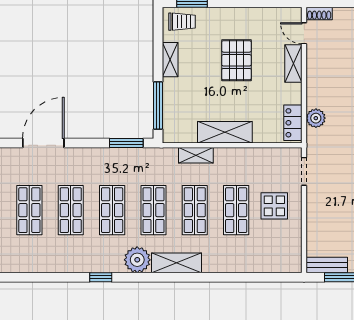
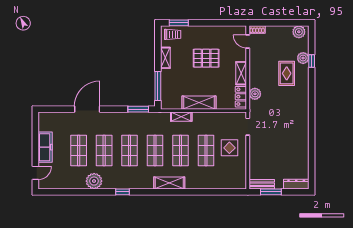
pallet: (236, 60) -> (206, 58), turned 90
shelving: (293, 64) -> (241, 73), moved
plant: (137, 260) -> (94, 181), moved

